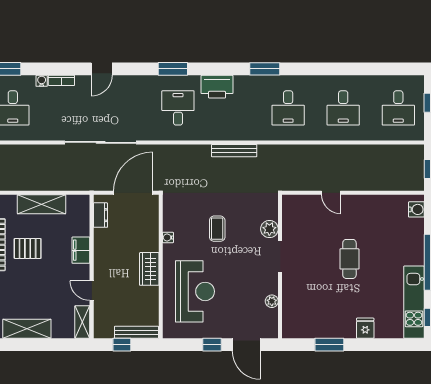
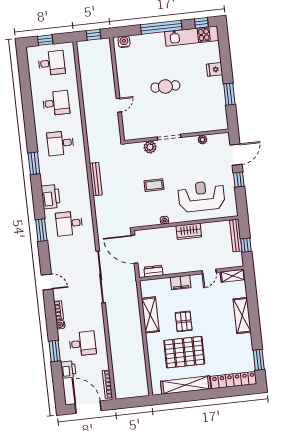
desk: (288, 108) -> (60, 143), turned 180

